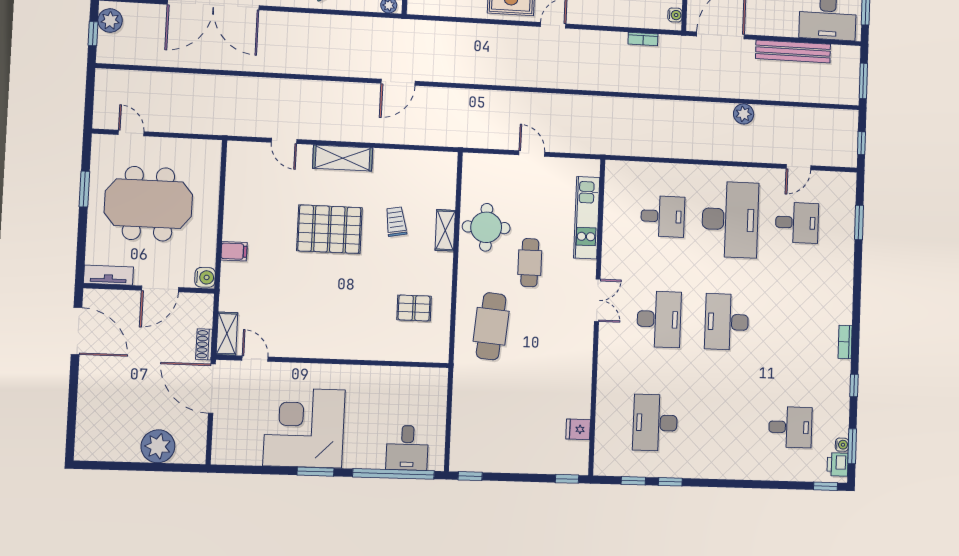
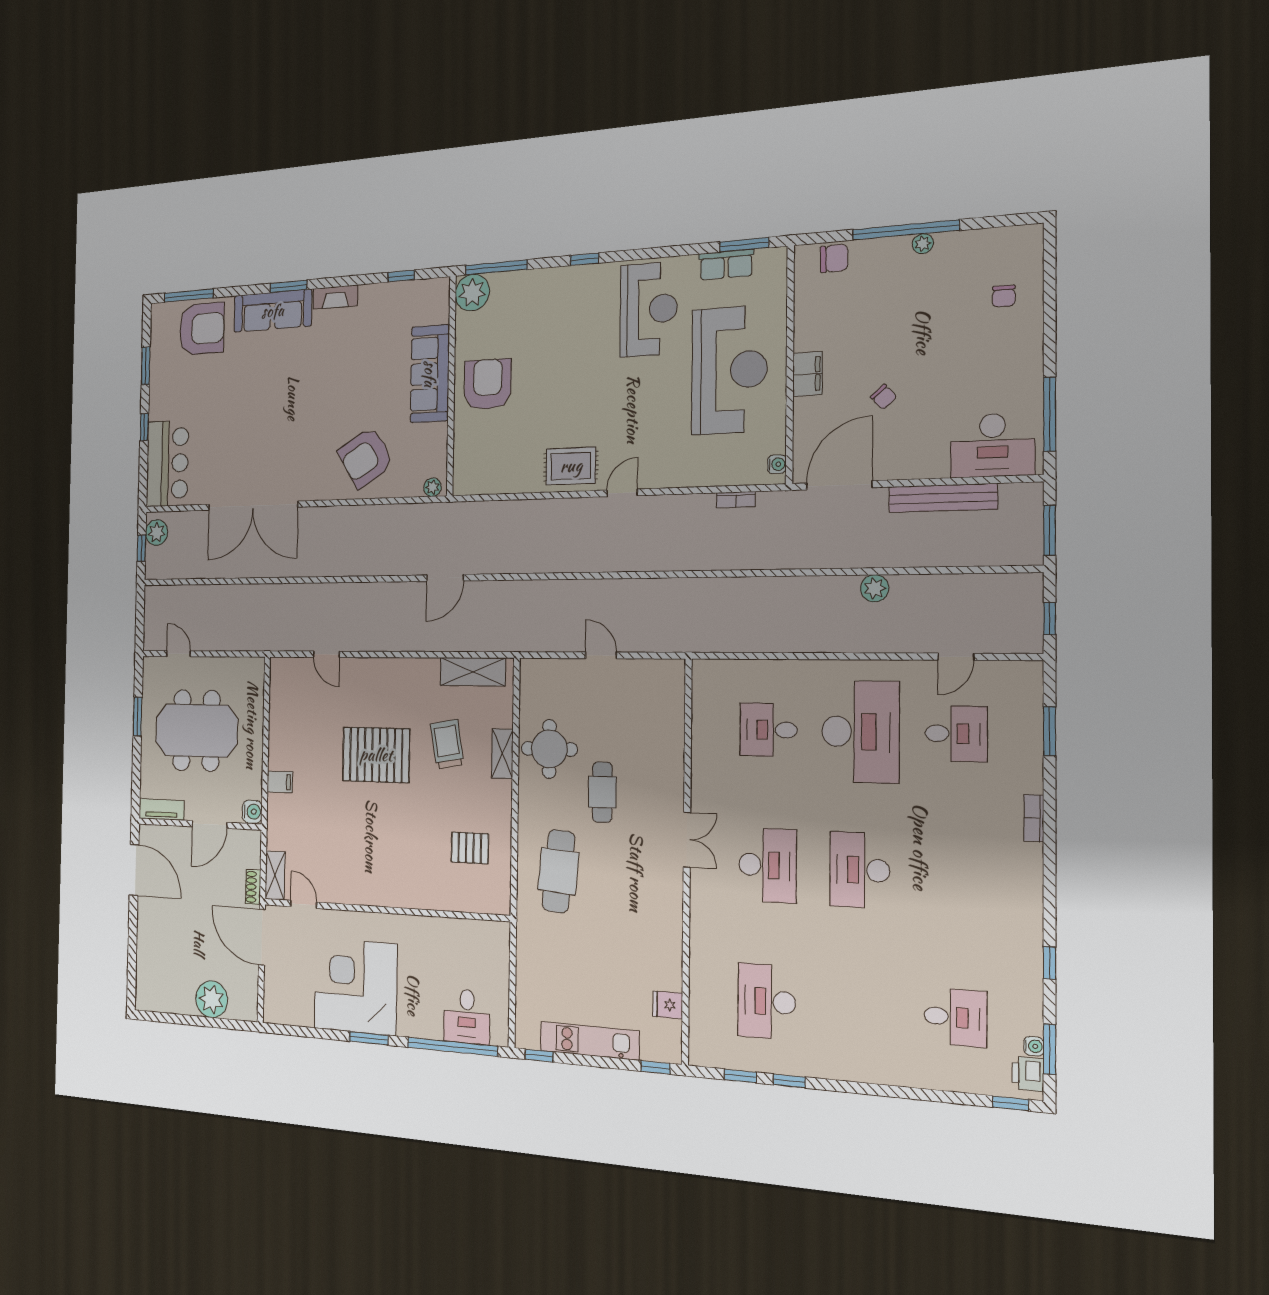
shelving: (343, 158) -> (473, 672), moved
desk: (663, 216) -> (769, 730), turned 180
kitchen unit: (587, 218) -> (590, 1041), moved, turned 90
trolley: (396, 222) -> (447, 744), width x1.36, depth x1.39
bookcase: (845, 342) -> (1034, 818), moved

